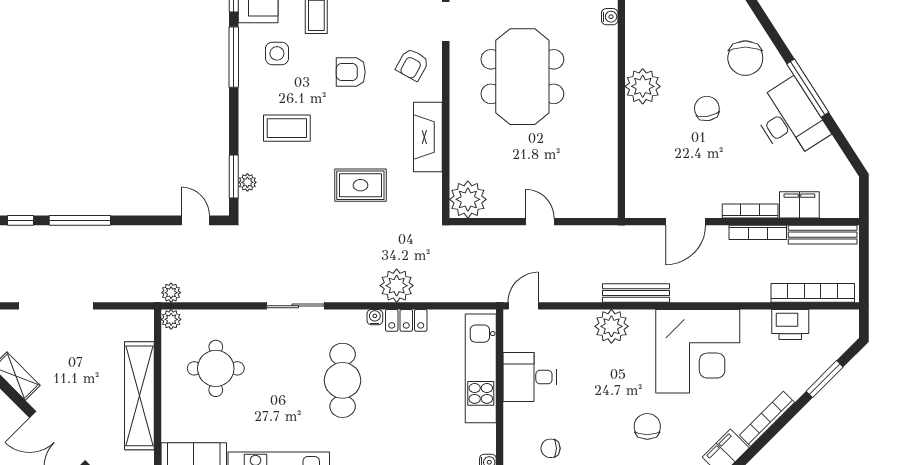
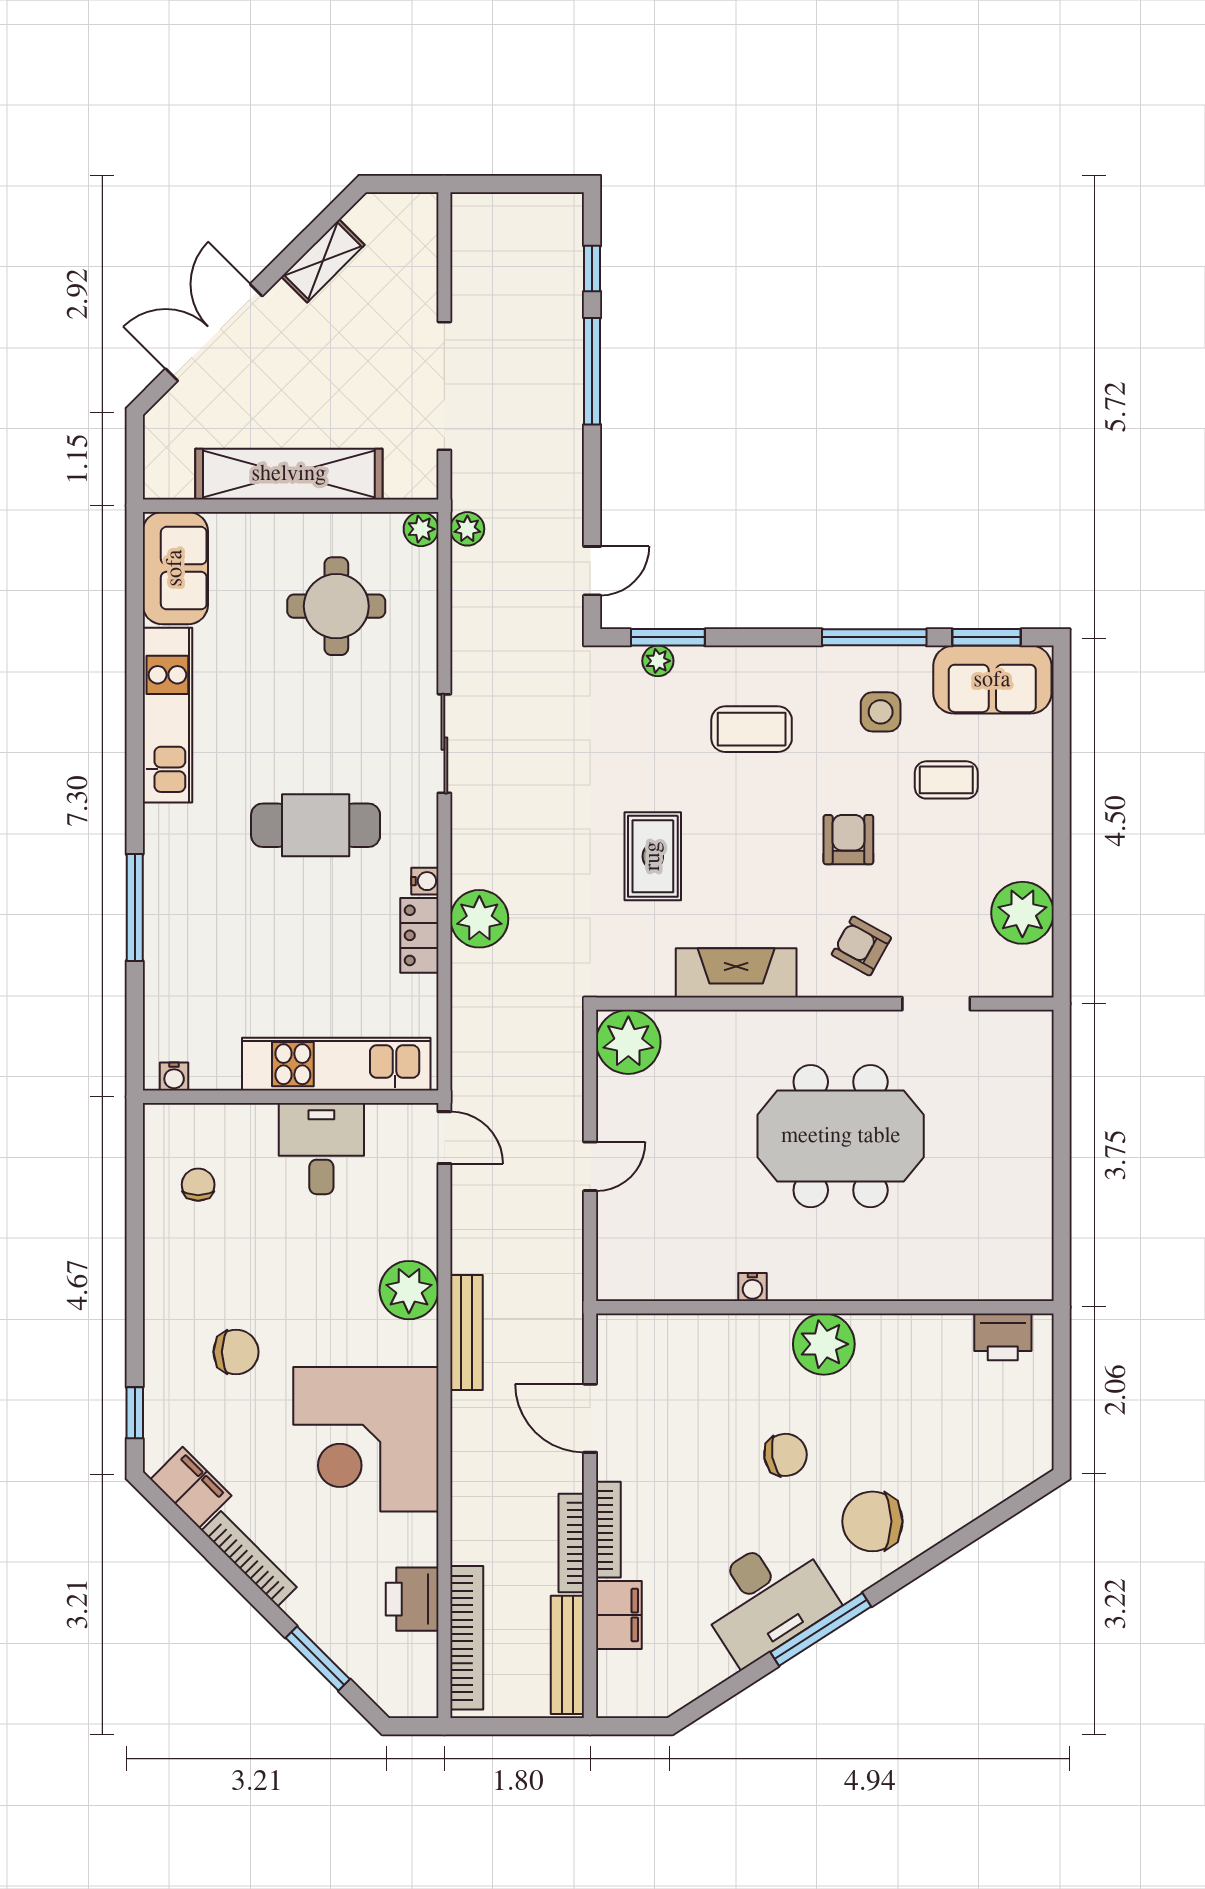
water cooler: (610, 17) -> (752, 1287), moved
coffee table: (287, 128) -> (752, 729), turned 90
doorway: (56, 306) -> (444, 386), moved

